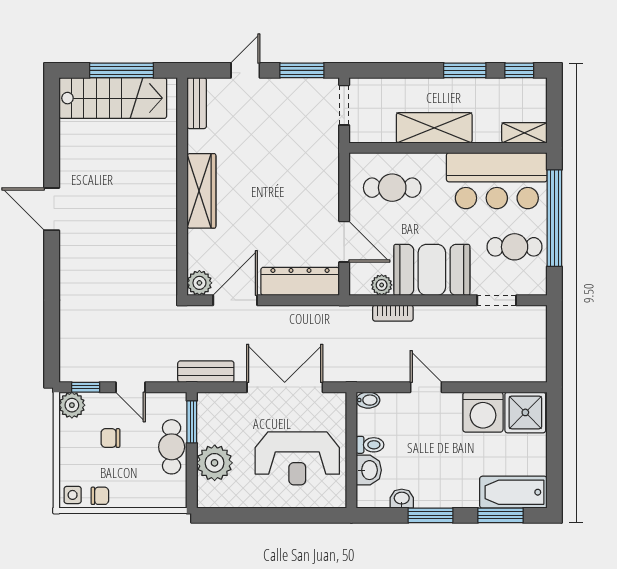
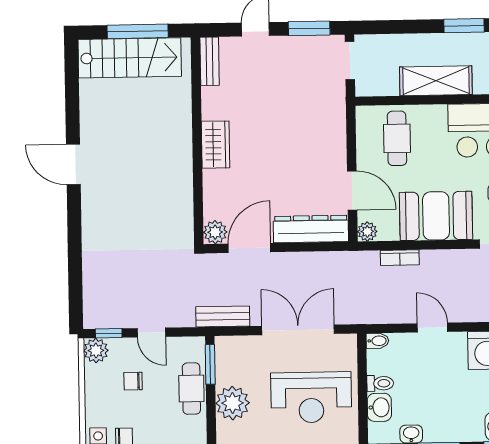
cafe table: (392, 188) -> (397, 138), turned 90
wardrobe: (201, 191) -> (215, 145), width x0.67
plant: (382, 285) -> (367, 231), moved

